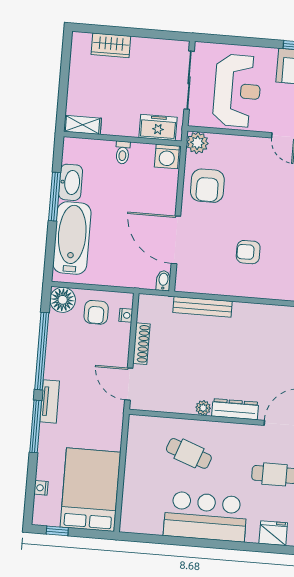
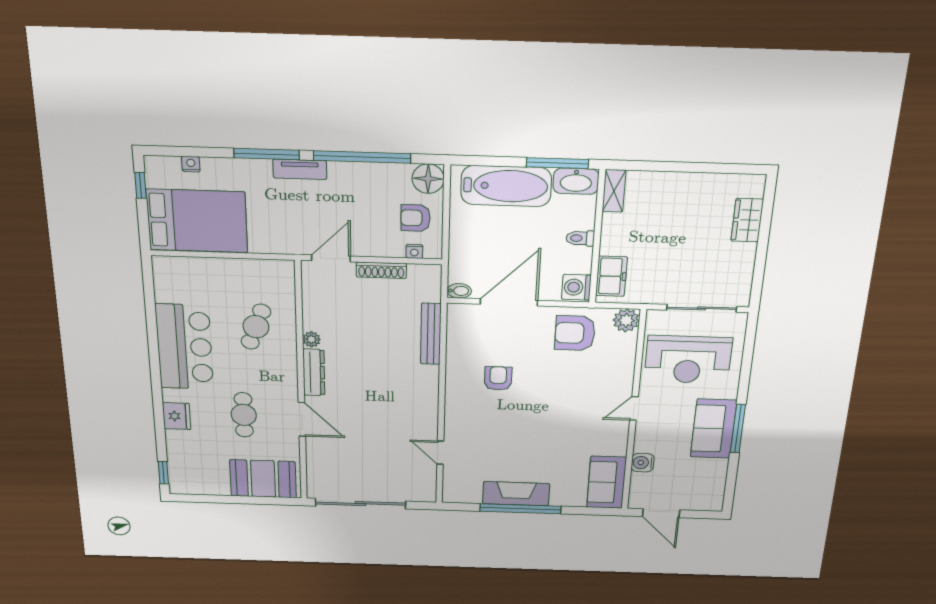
shelving: (83, 125) -> (614, 191), moved
freezer: (158, 127) -> (611, 276), moved
wall: (122, 139) -> (597, 237), moved
toilet: (123, 152) -> (580, 238), moved
washing machine: (167, 156) -> (576, 287), moved

